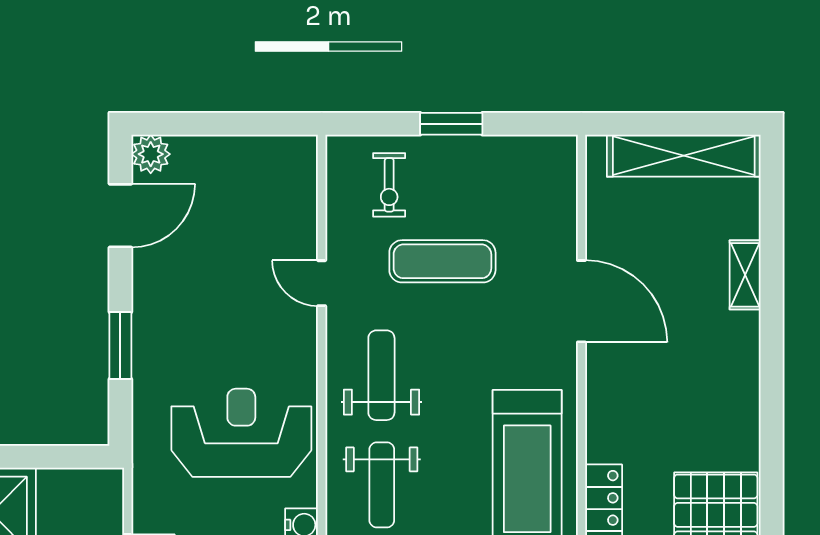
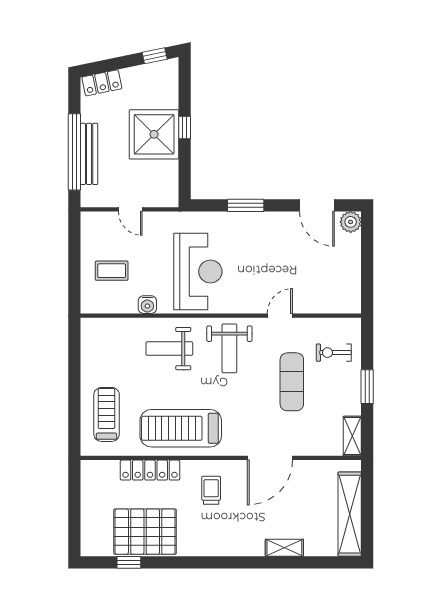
shelving: (541, 151) -> (352, 436), added
weight bench: (381, 375) -> (229, 348), turned 90
trolley: (640, 409) -> (211, 490), added

